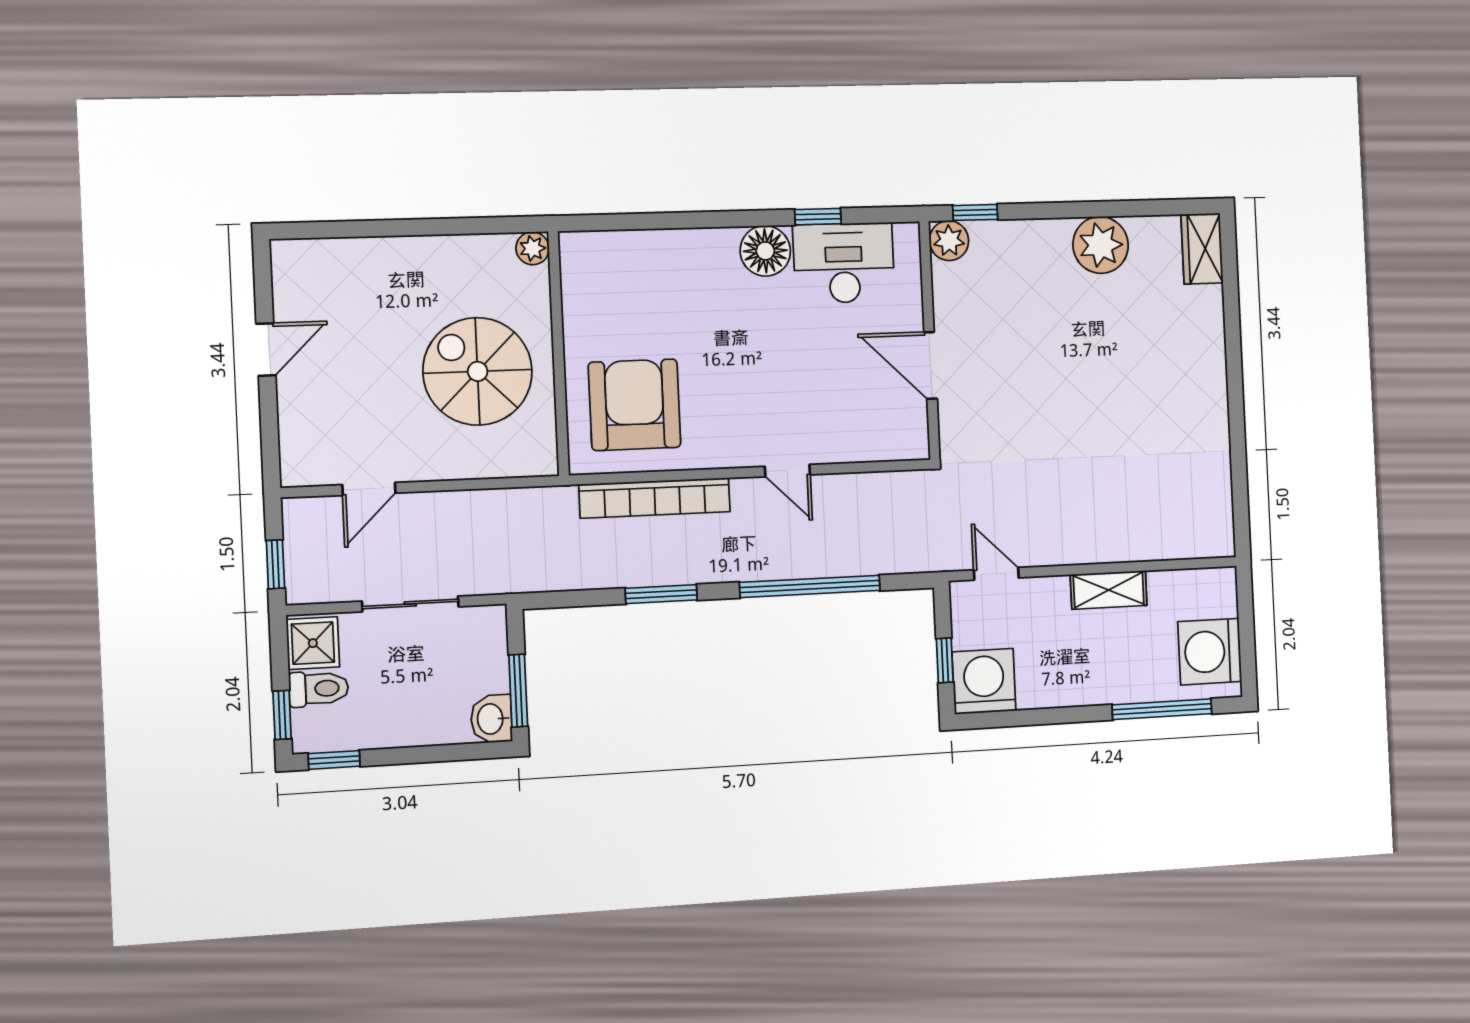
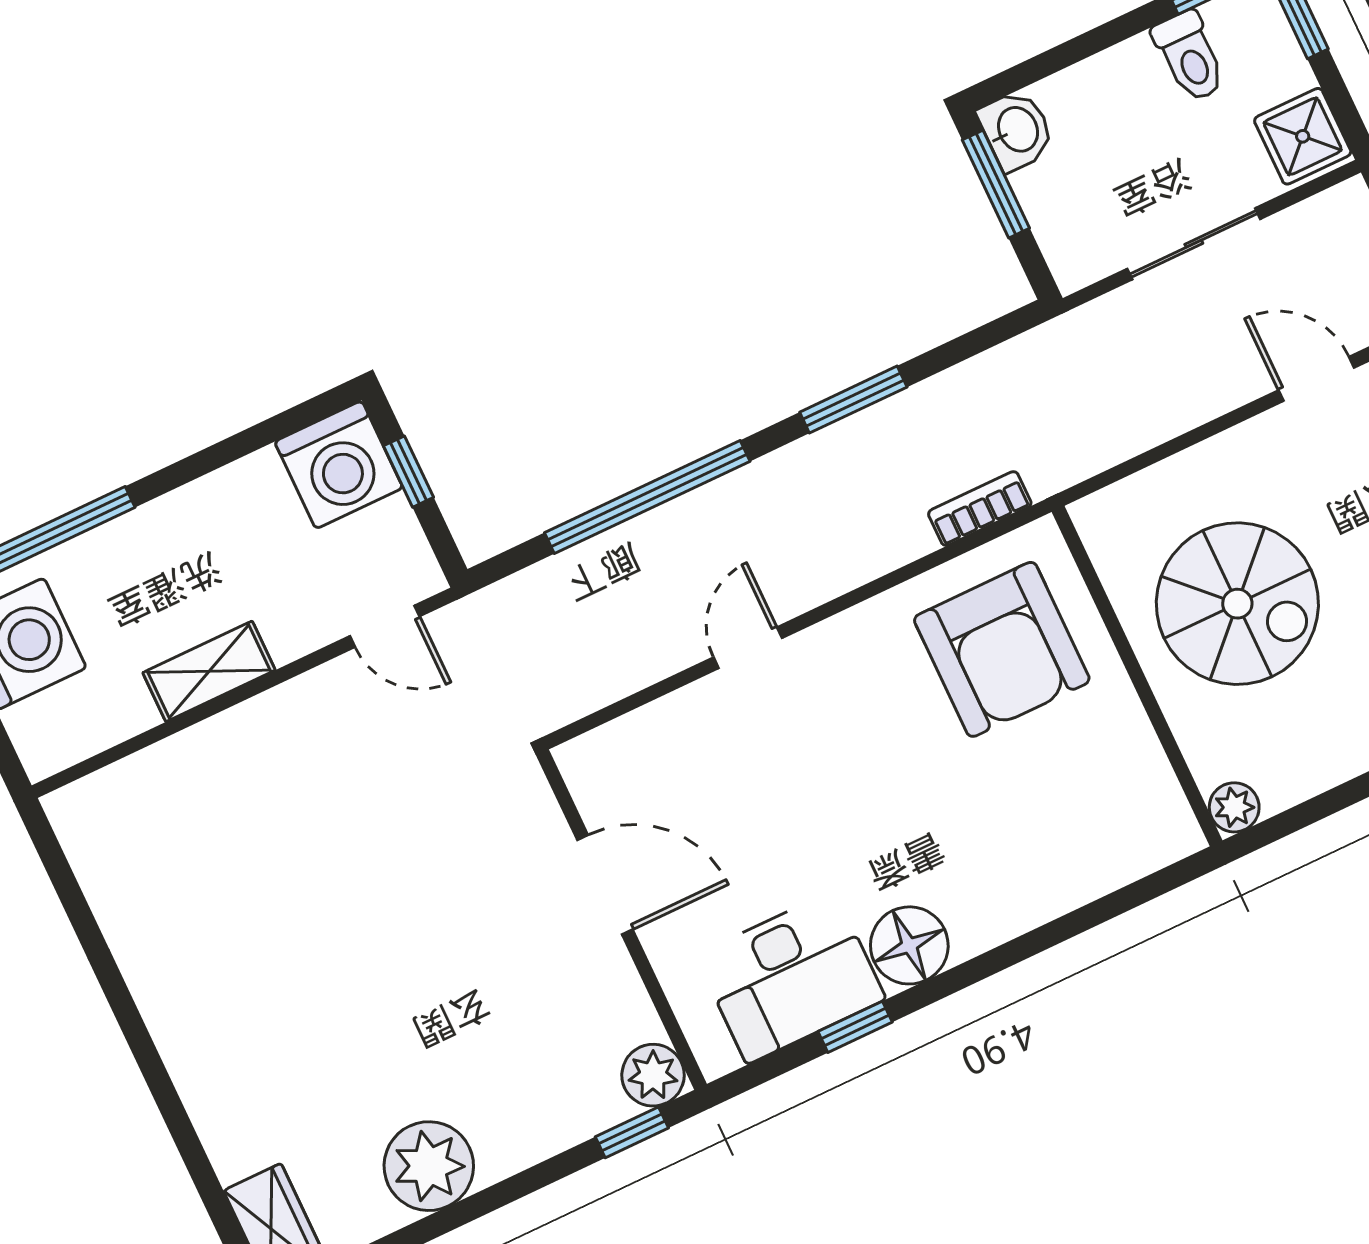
door: (787, 471) -> (748, 648), hinge flipped
door: (369, 489) -> (1316, 379), hinge flipped
bookcase: (655, 498) -> (980, 509), width x0.43, depth x0.76
toilet: (319, 689) -> (1190, 56), moved, turned -90

